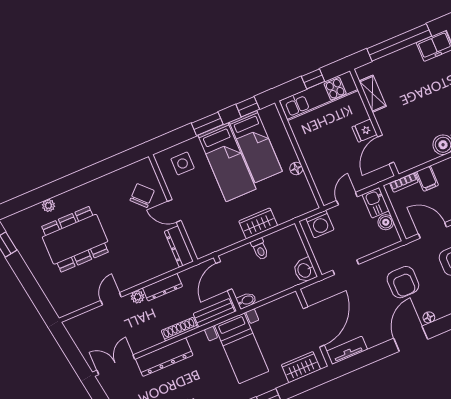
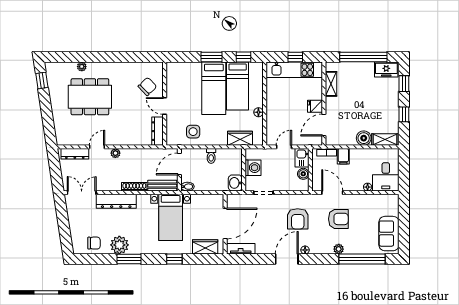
side table: (183, 163) -> (193, 132), moved
wardrobe: (258, 223) -> (240, 138), moved
washing machine: (320, 224) -> (253, 168), moved, turned -90
dresser: (162, 287) -> (75, 154), moved

